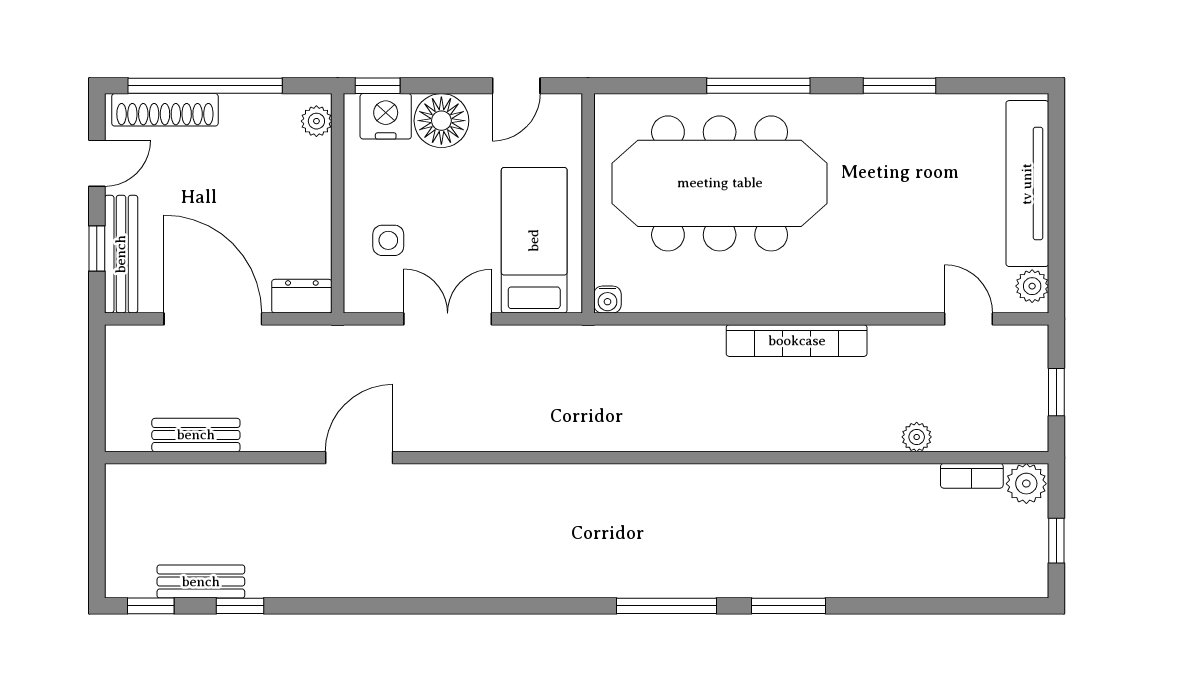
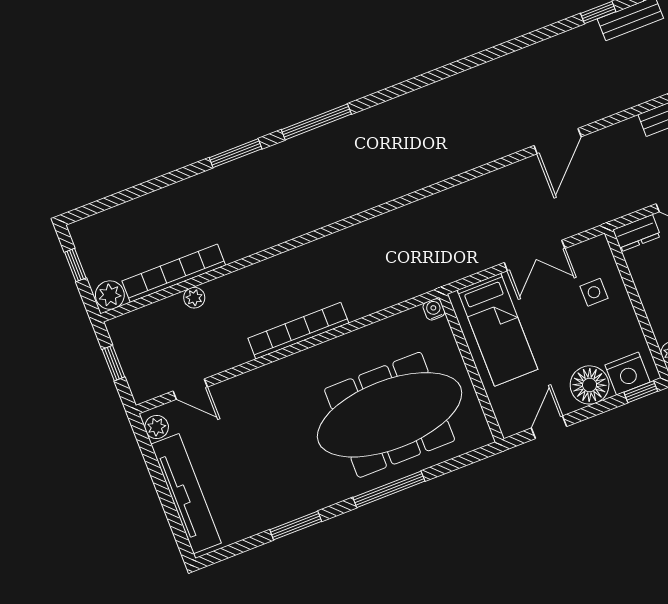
bookcase: (972, 476) -> (174, 273), width x2.31, depth x1.31

